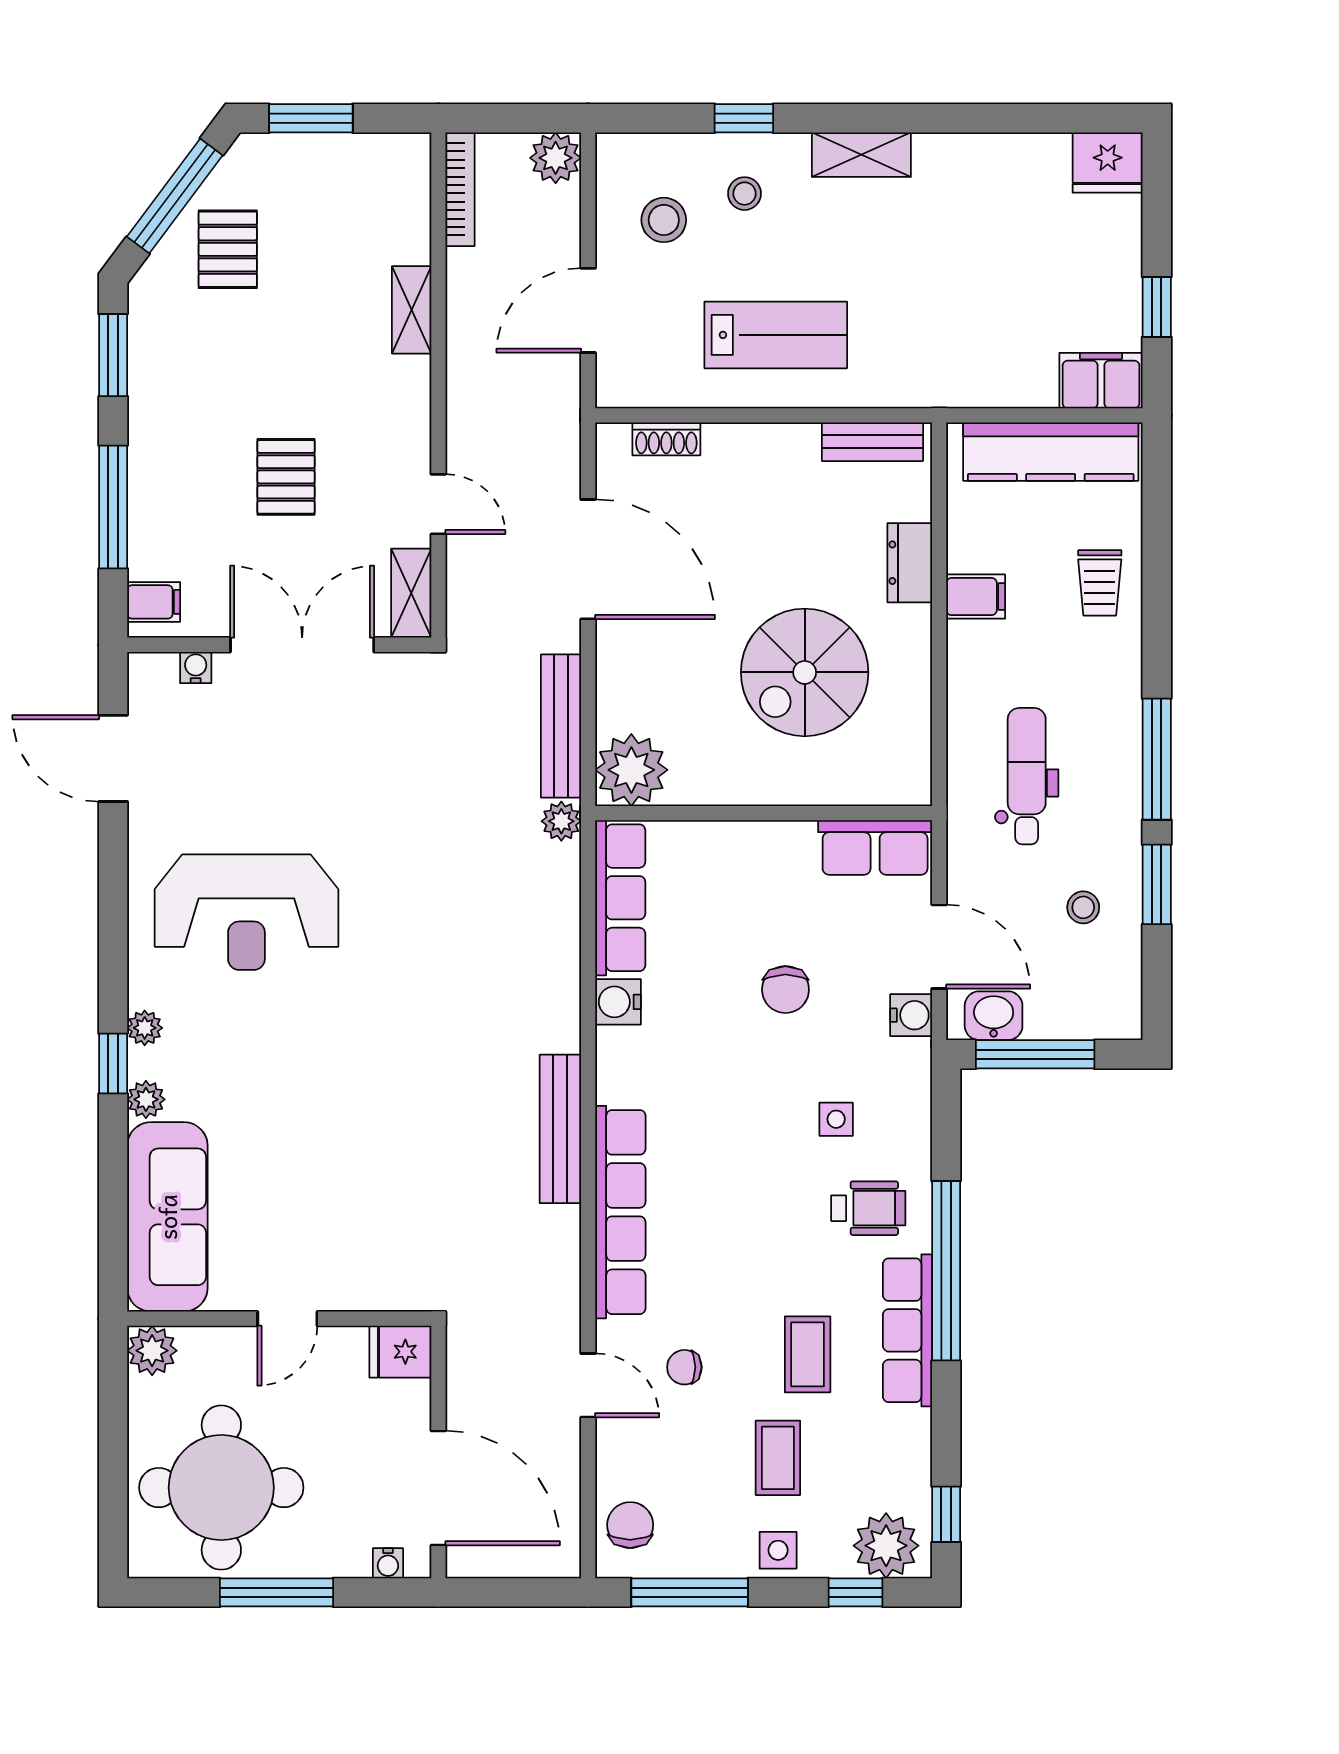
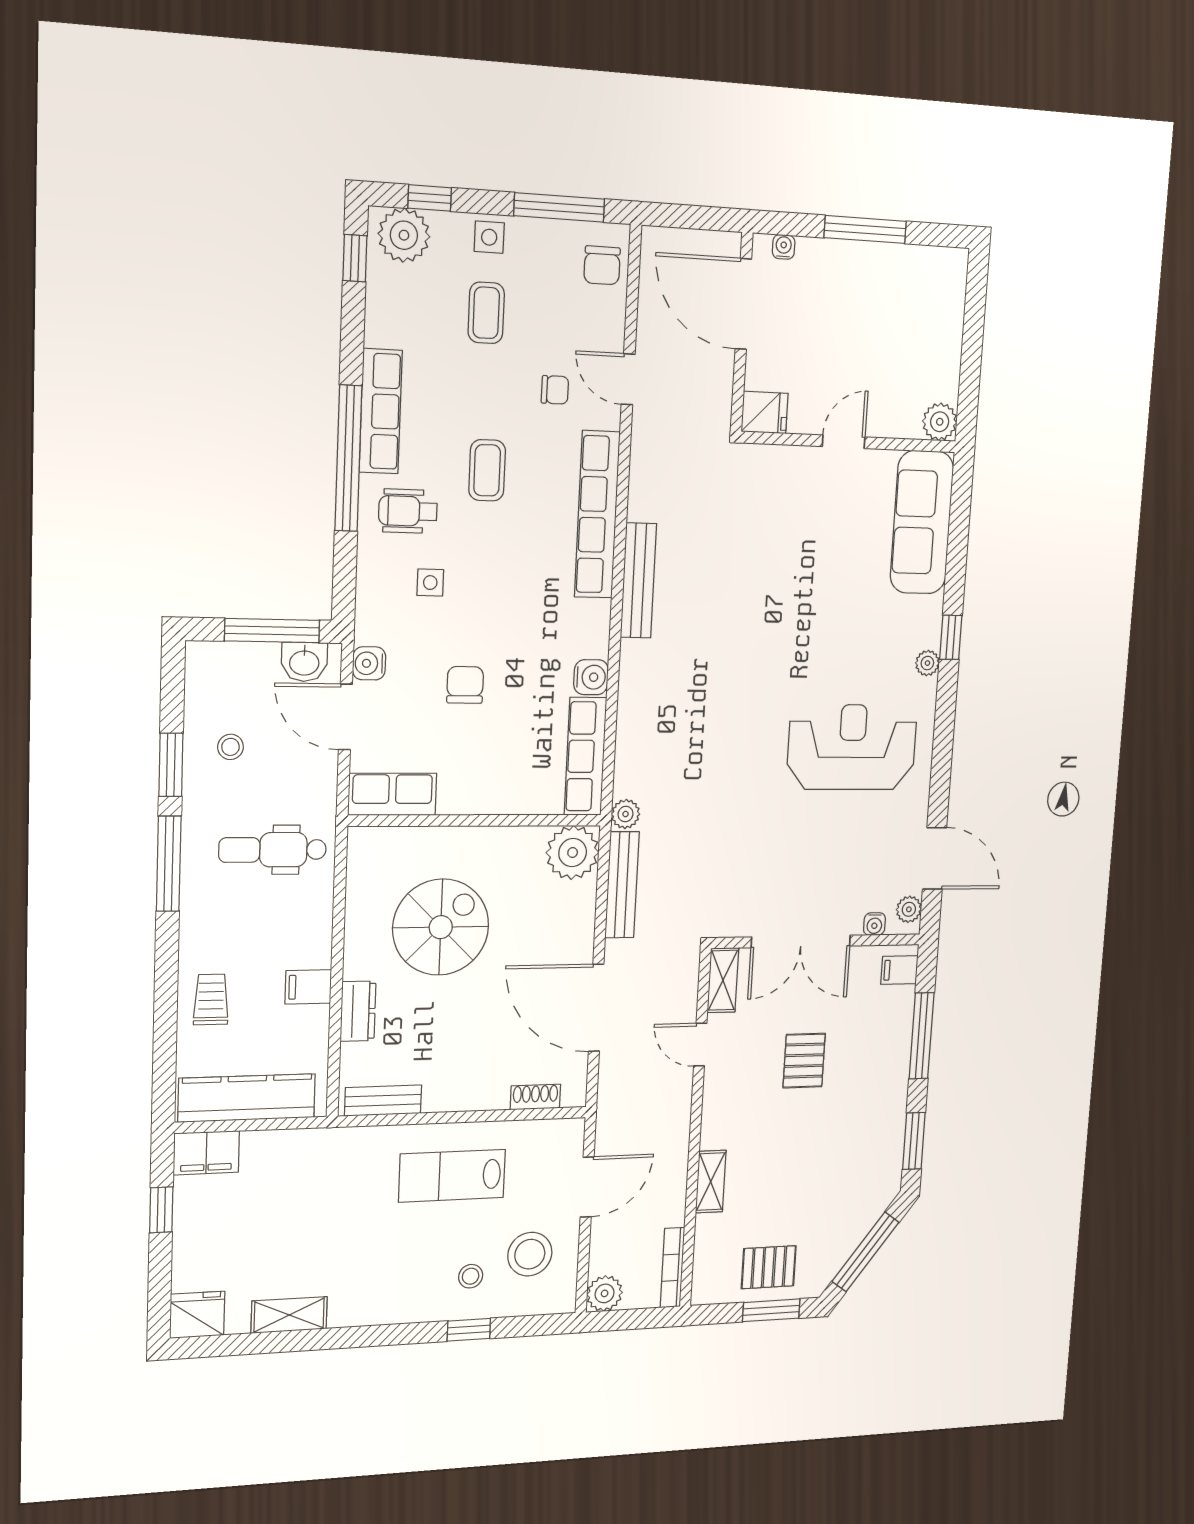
shelving: (861, 155) -> (289, 1315), moved
stool: (664, 220) -> (530, 1254), width x1.38, depth x1.38
pallet: (228, 249) -> (769, 1267), moved, turned 90
dental chair: (1027, 776) -> (273, 850), turned 90
plant: (146, 1099) -> (909, 909), moved
coffee table: (808, 1354) -> (487, 470), moved
round table: (221, 1488) -> (899, 314), removed

